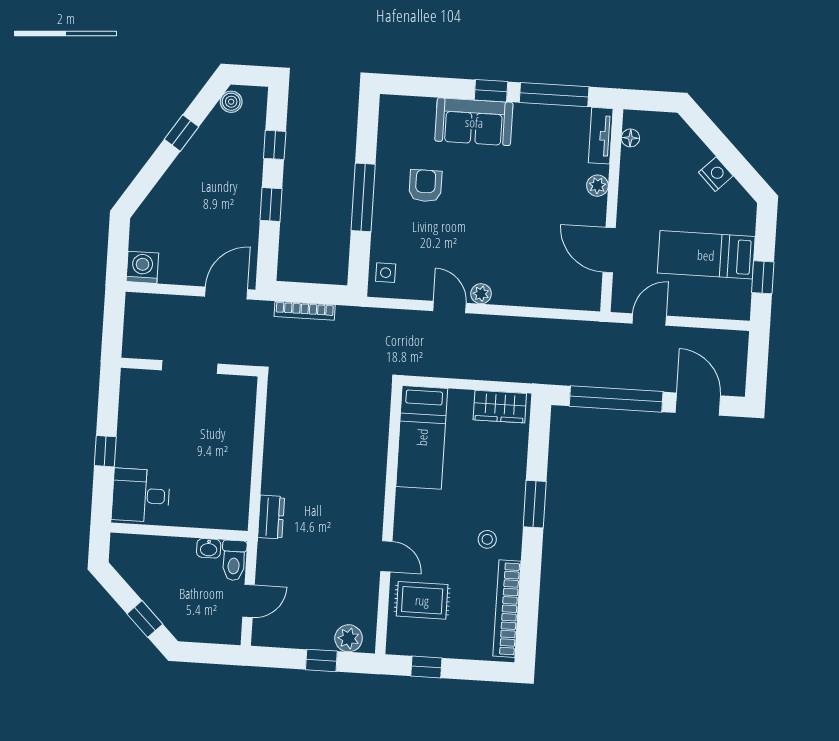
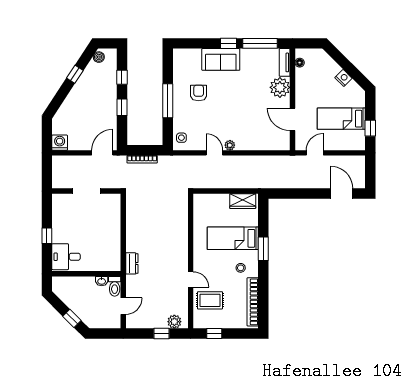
plant: (597, 186) -> (280, 87), width x1.88, depth x1.88
window: (616, 399) -> (301, 194), removed
bed: (422, 437) -> (233, 238), moved, turned 90

